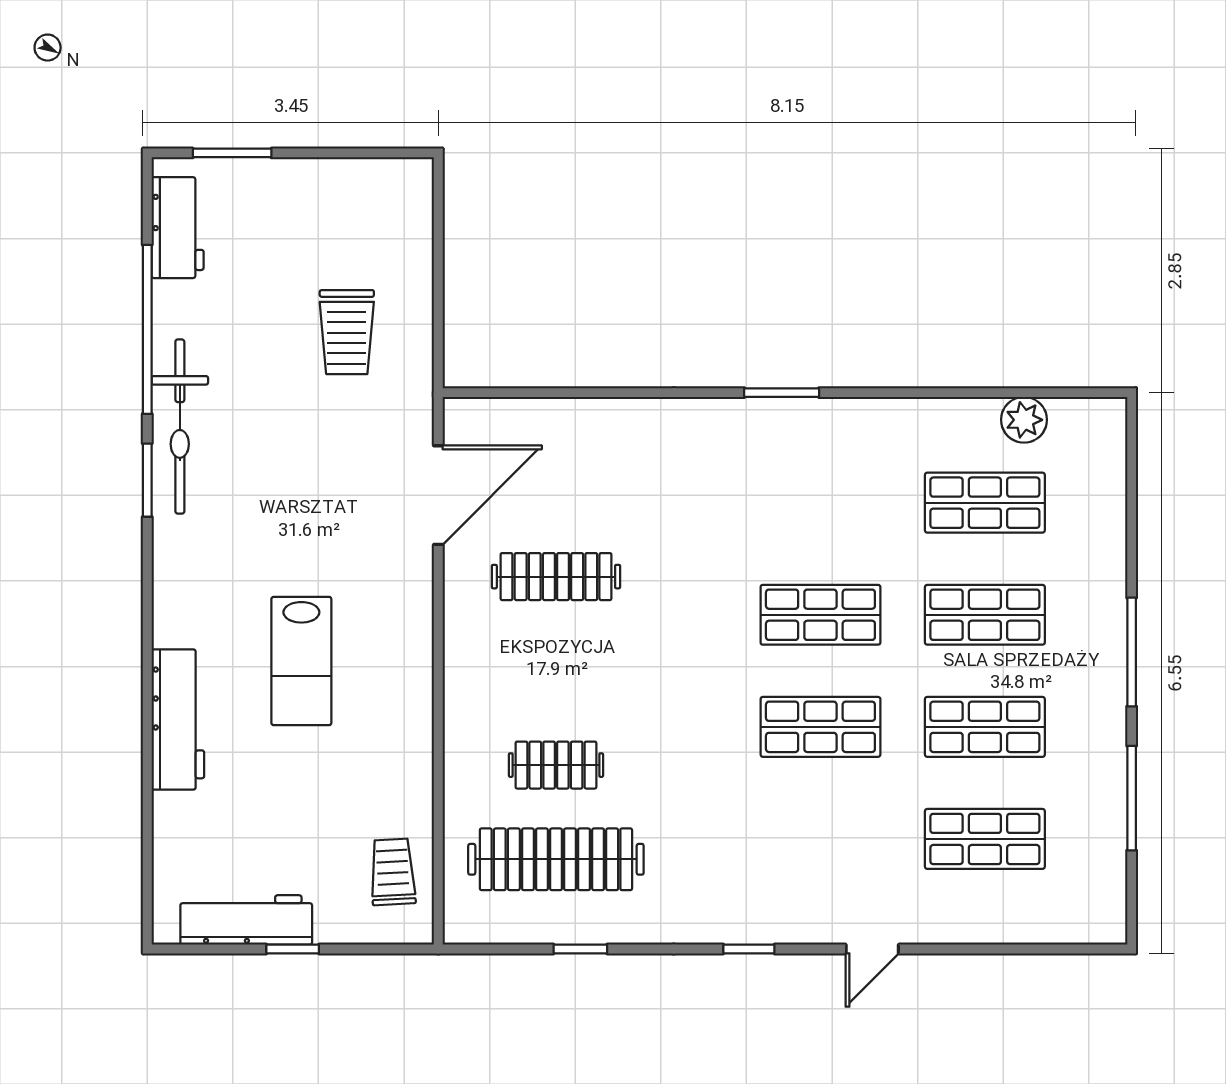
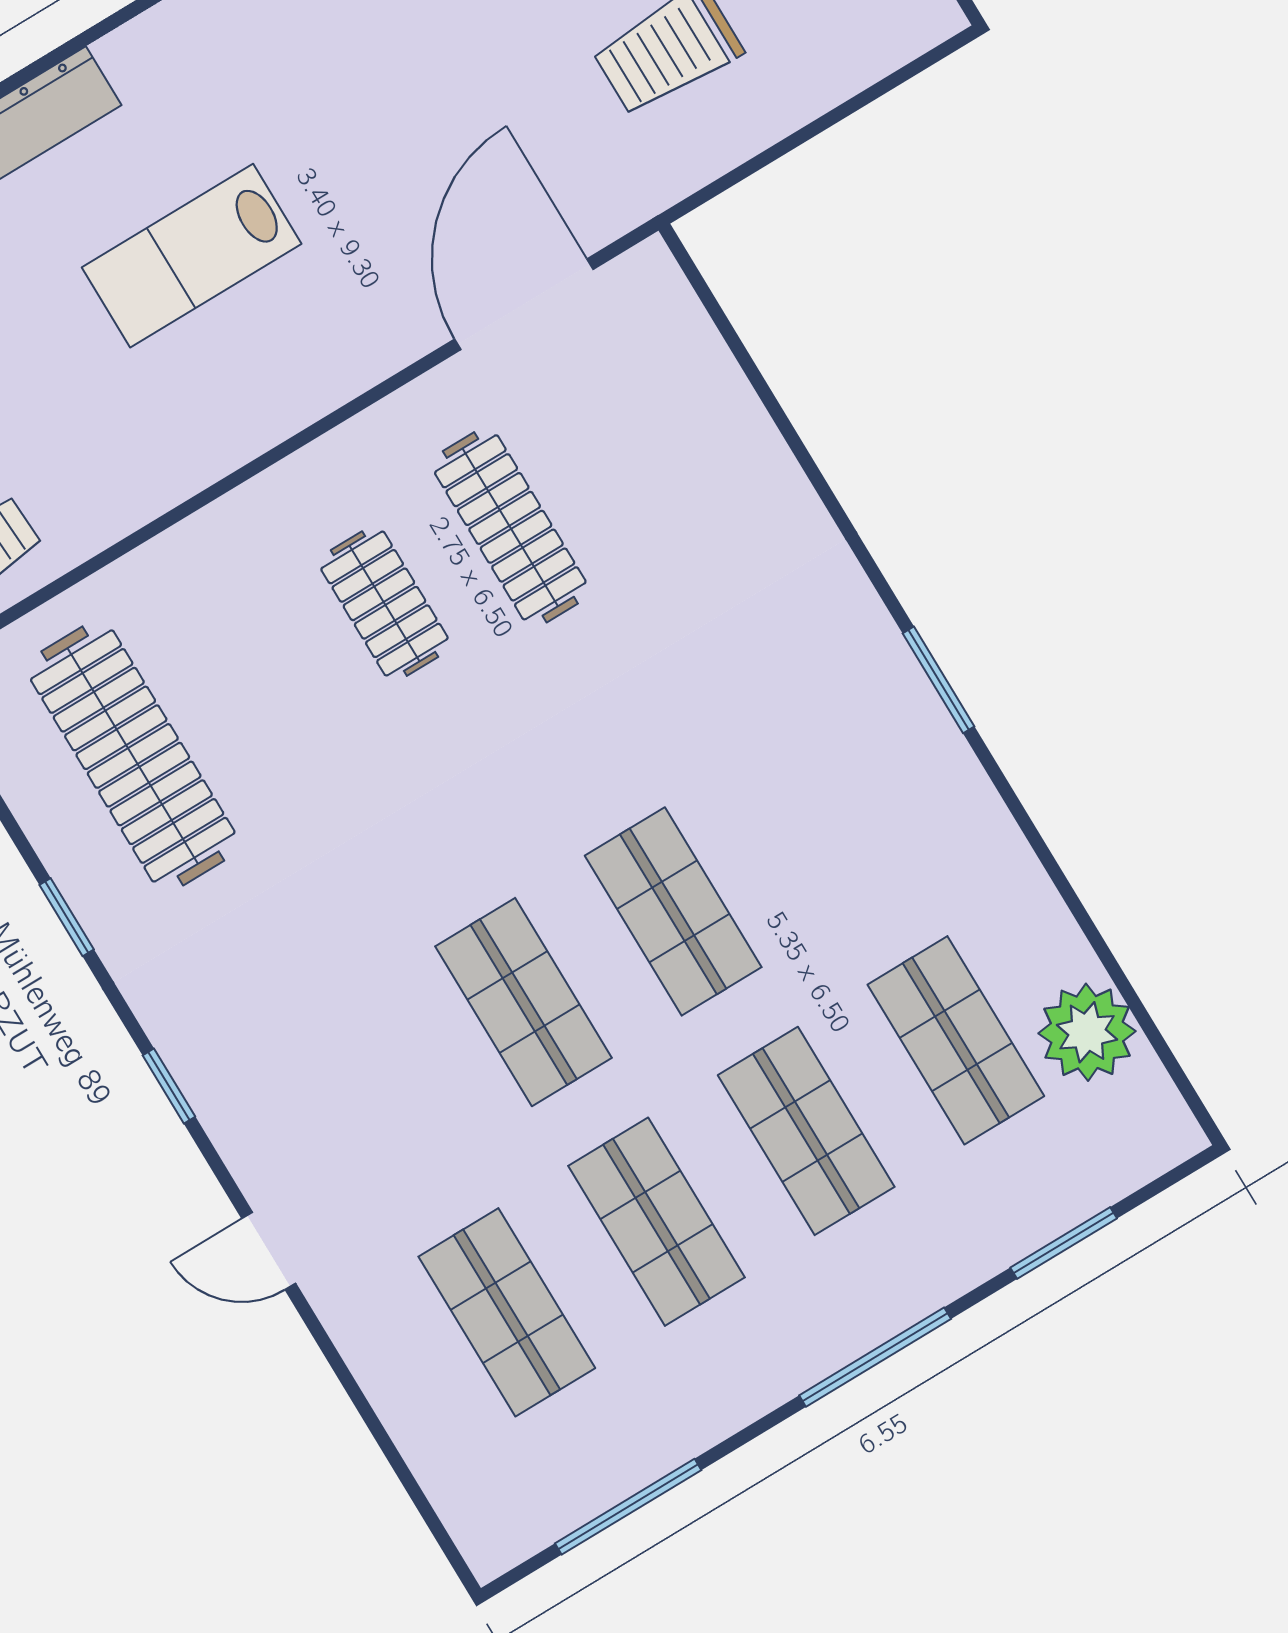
plant: (1024, 420) -> (1087, 1032), width x1.36, depth x1.36
door: (438, 495) -> (524, 304), swing flipped
window: (1132, 511) -> (1064, 1243), added
clothes rail: (556, 765) -> (384, 604), moved
window: (1132, 798) -> (628, 1507), moved
window: (580, 949) -> (67, 917), moved

